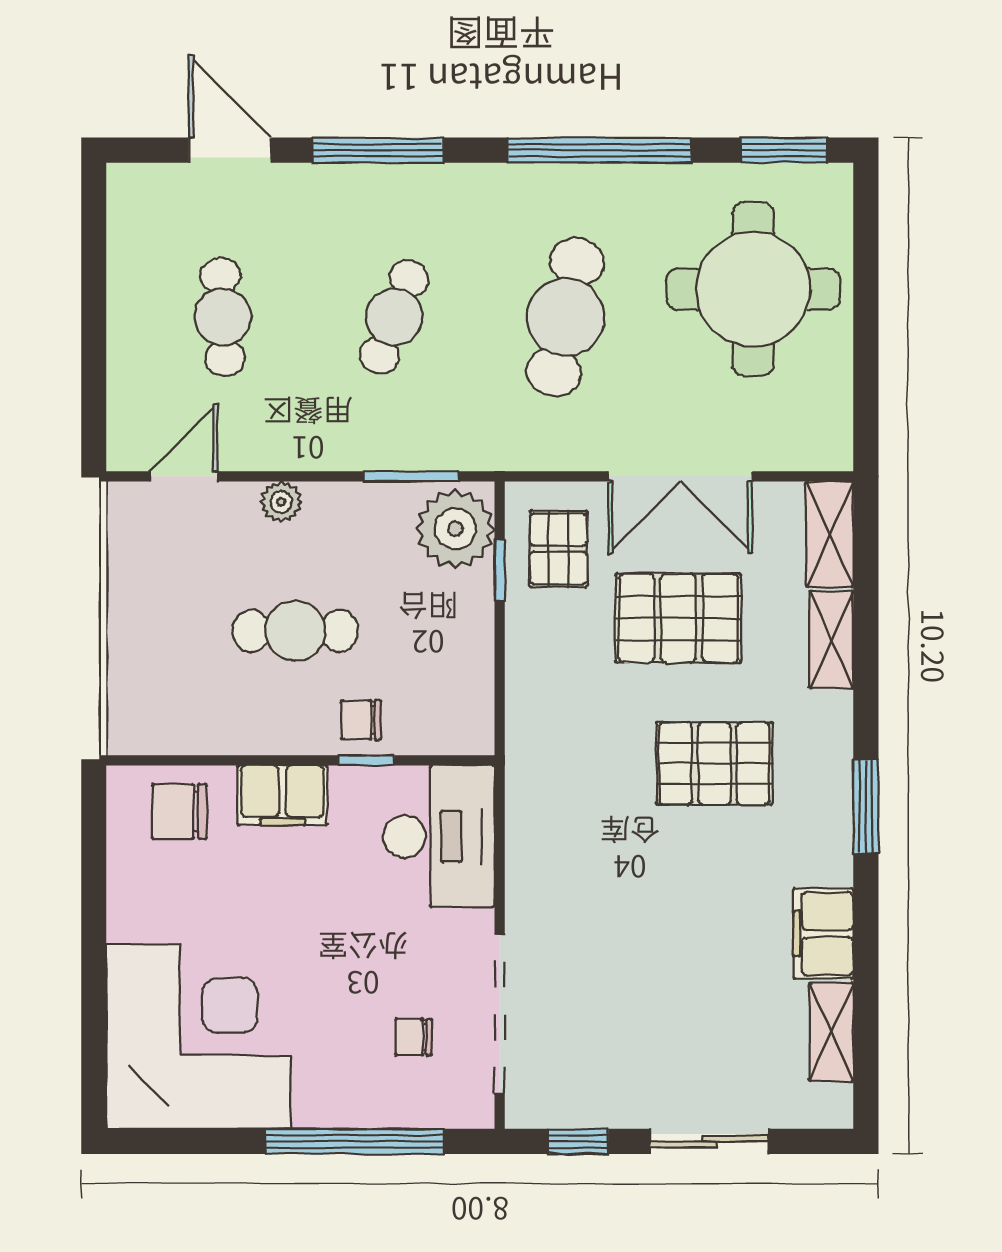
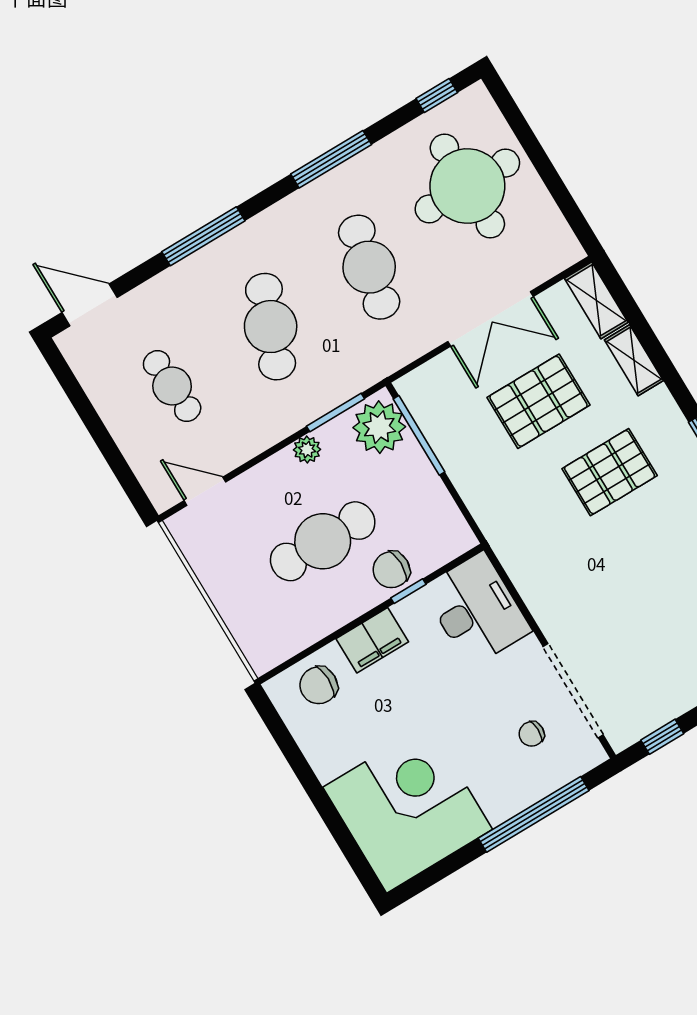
door: (230, 150) -> (90, 305), moved
window: (600, 150) -> (331, 159), width x0.68
window: (784, 150) -> (437, 95), width x0.67
cafe table: (394, 317) -> (271, 327), width x1.37, depth x1.35
door: (184, 476) -> (205, 491), hinge flipped
plant: (281, 502) -> (307, 450), moved
pallet: (558, 549) -> (445, 403), removed
window: (500, 570) -> (419, 435), width x2.17
cafe table: (295, 631) -> (323, 541), width x1.37, depth x1.35
chair: (361, 720) -> (391, 570), width x1.37, depth x1.37

